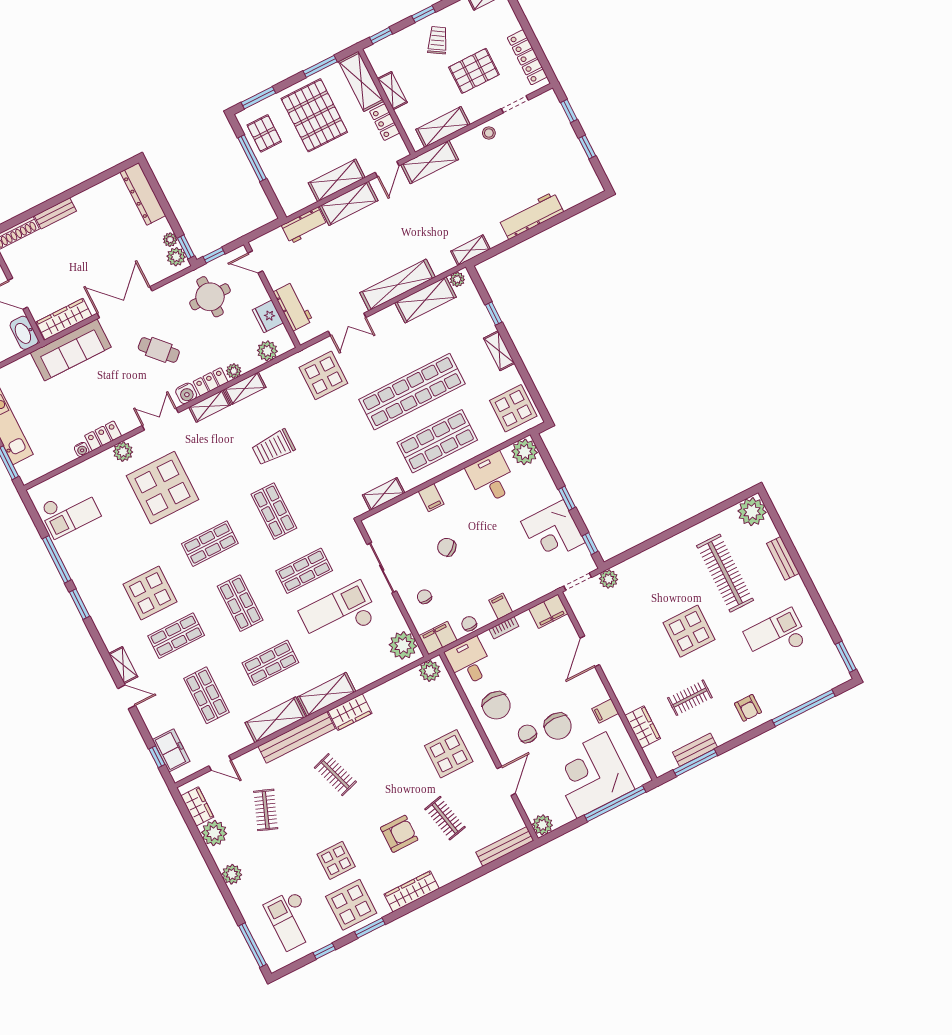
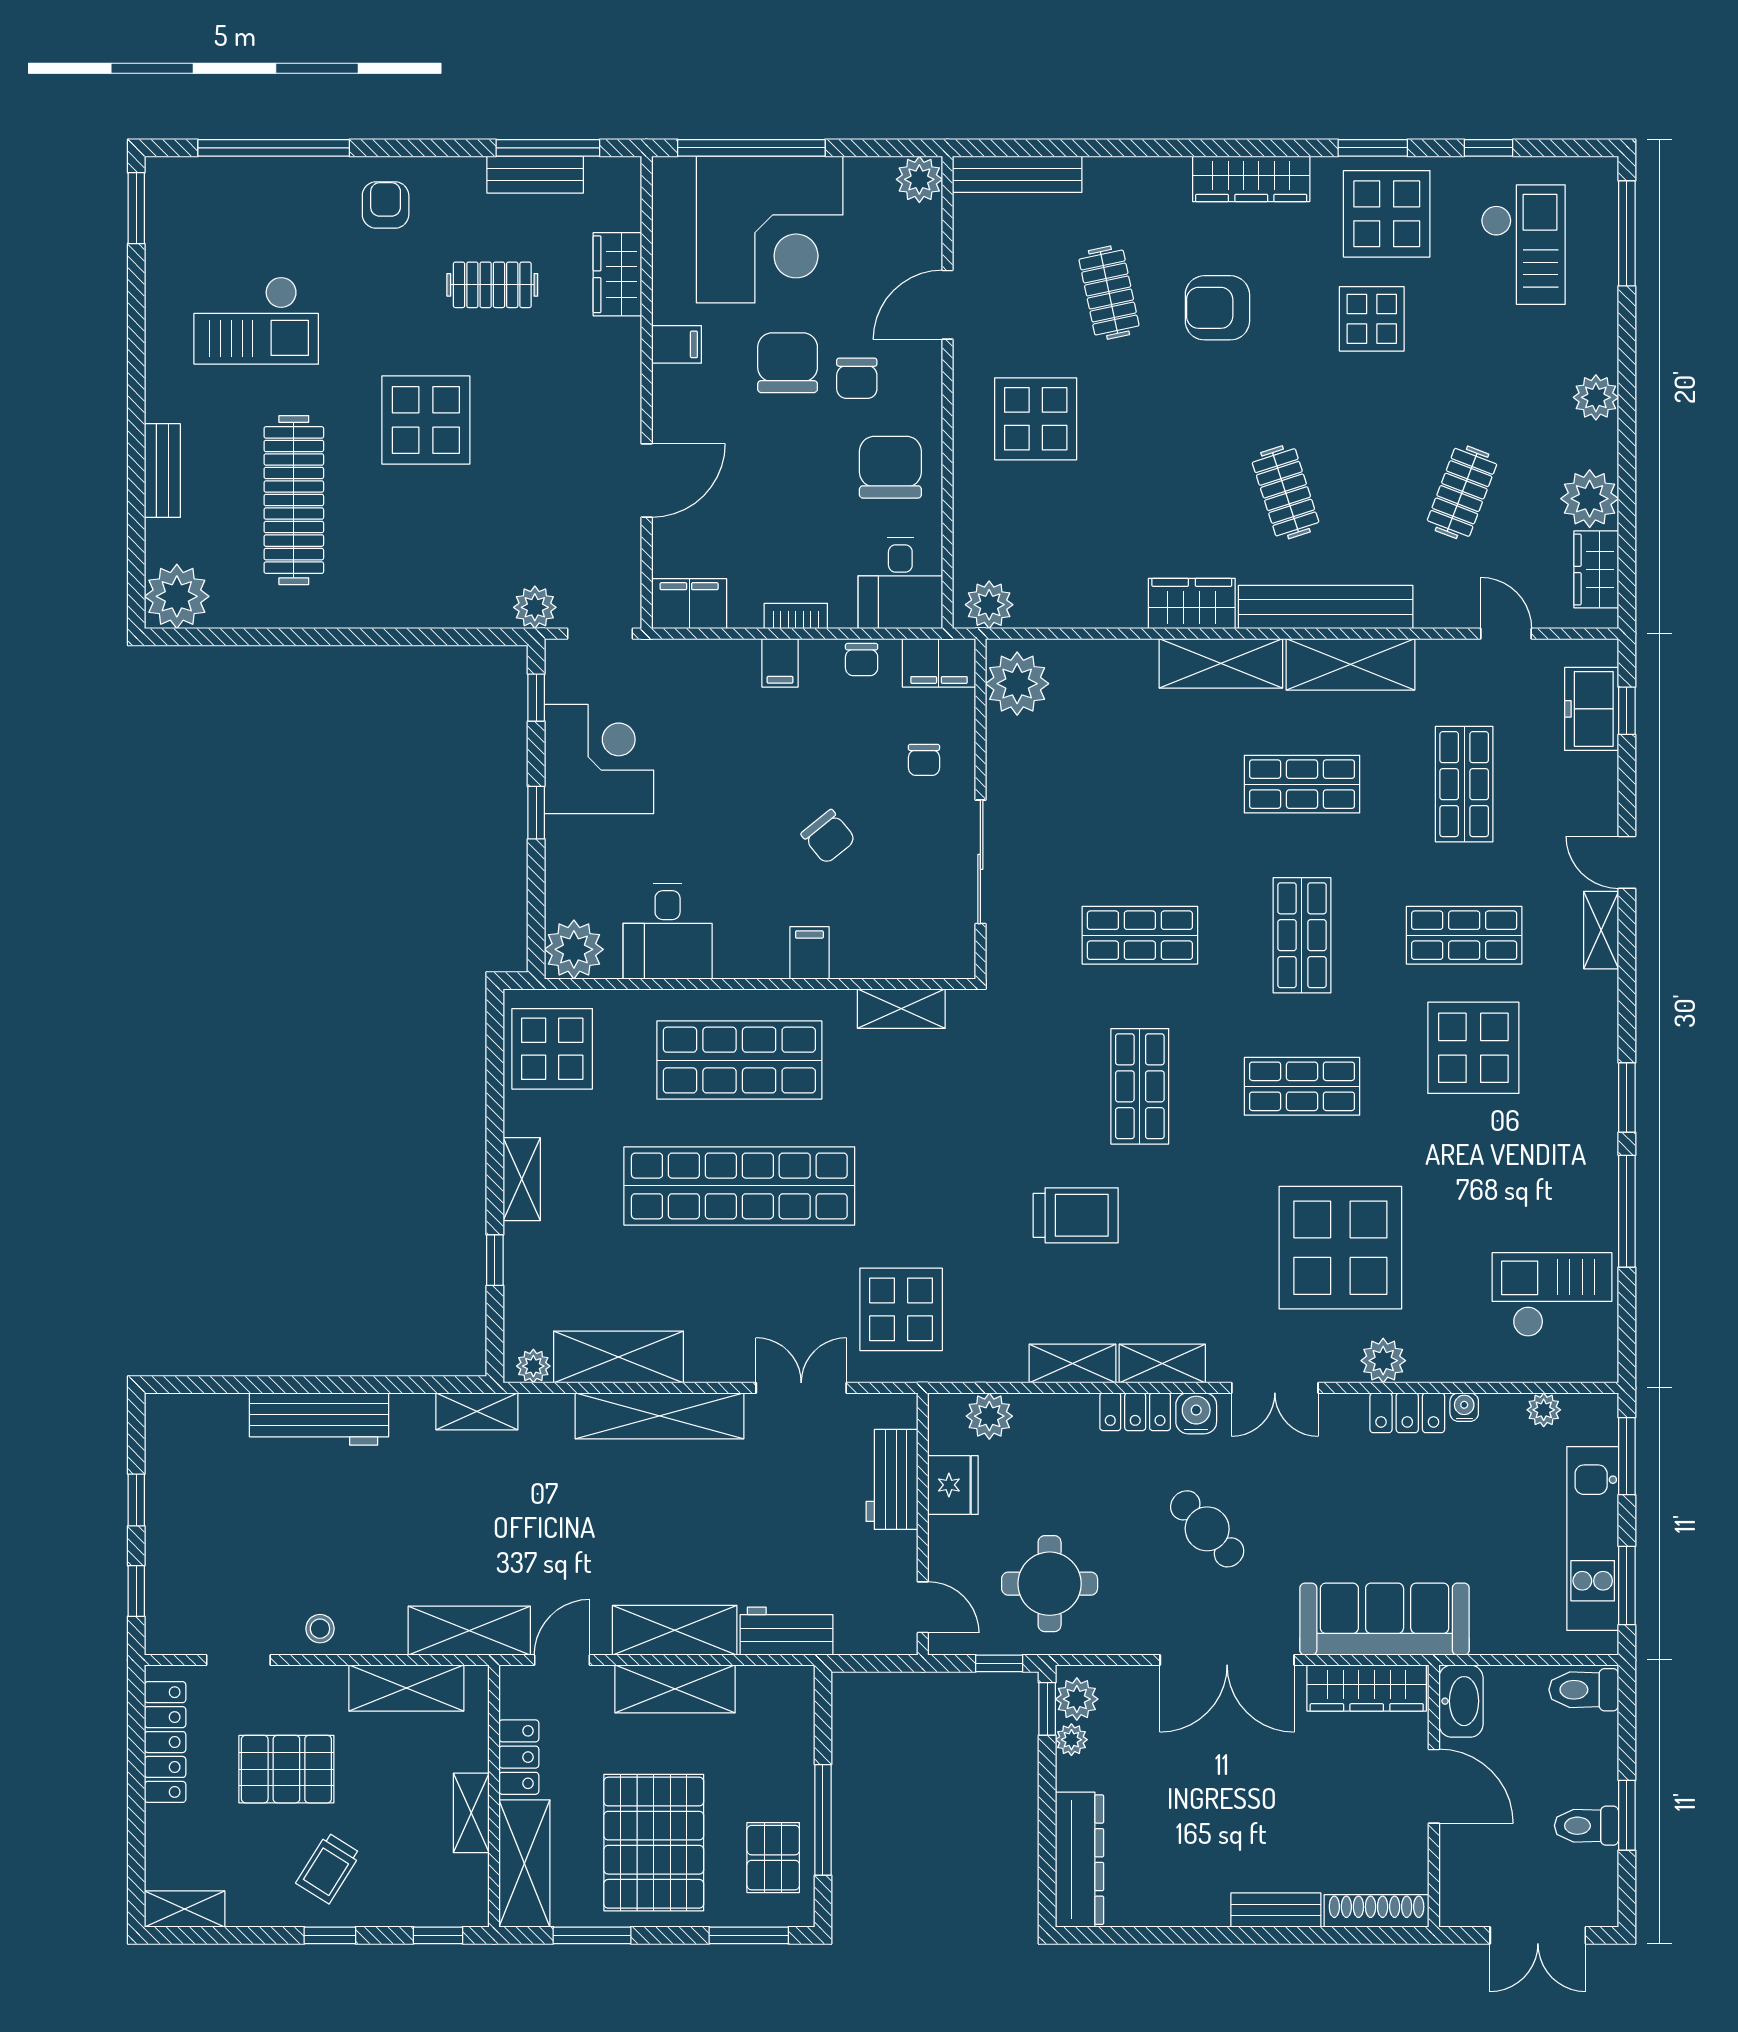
plant: (234, 371) -> (1544, 1410), moved
checkout: (339, 615) -> (1115, 811), removed

